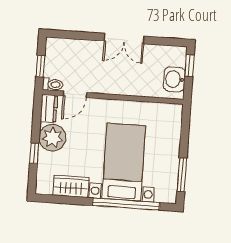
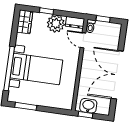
double door: (124, 39) -> (117, 75), width x1.87
window: (190, 65) -> (85, 115), moved
wardrobe: (71, 186) -> (25, 22), moved

